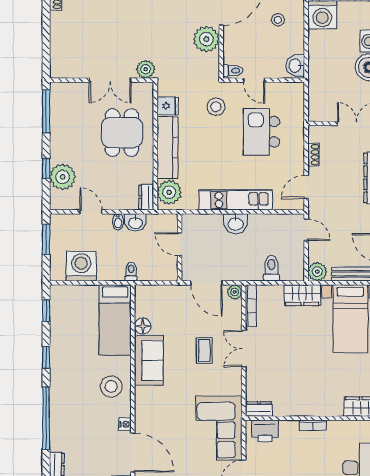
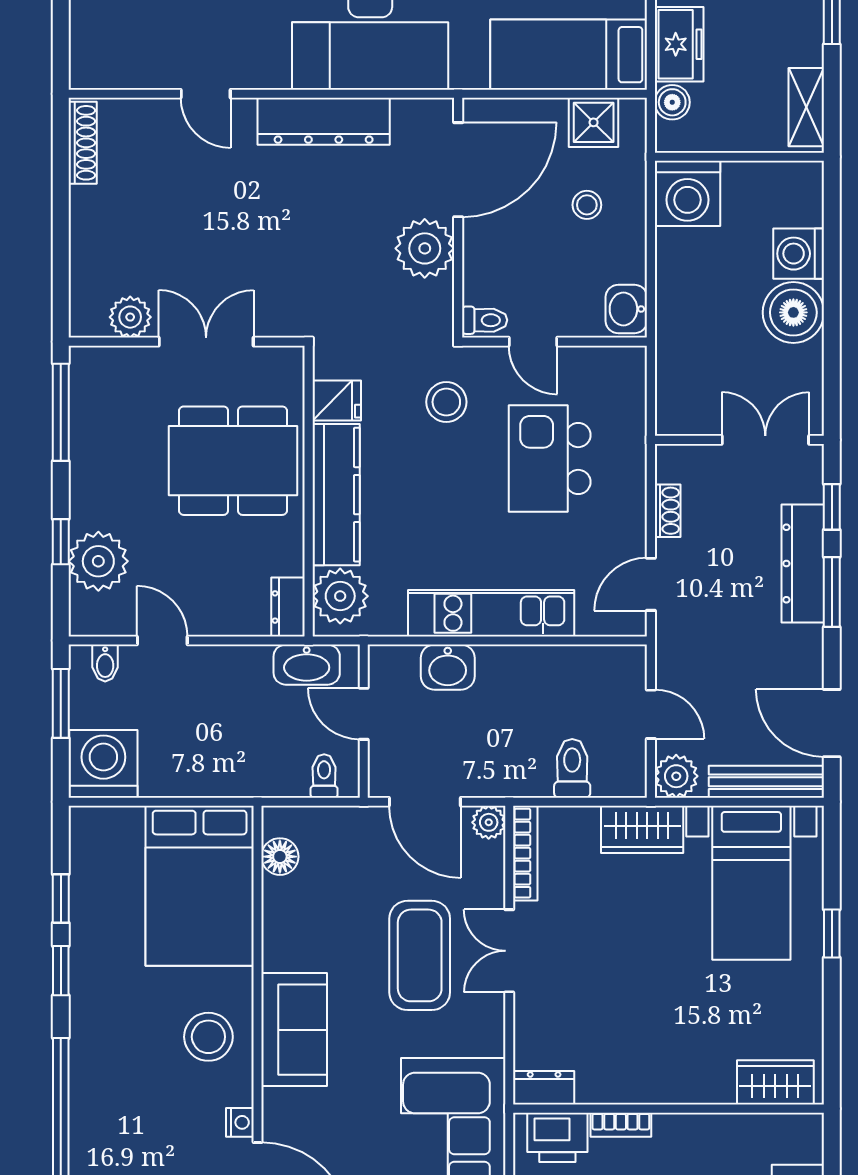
plant: (146, 69) -> (130, 317), moved
double door: (110, 80) -> (206, 342), swing flipped
dining table: (122, 133) -> (233, 461), width x1.38
bidet: (118, 222) -> (105, 663), moved
washbasin: (135, 222) -> (307, 665), moved, width x1.38
washbasin: (236, 224) -> (448, 667), moved
door: (306, 230) -> (651, 714), moved
washing machine: (81, 266) -> (103, 764), moved
toilet: (131, 272) -> (324, 776), moved
window: (46, 310) -> (61, 898), moved
bed: (115, 320) -> (200, 886), width x1.50
floor lamp: (143, 326) -> (280, 857), moved
coffee table: (204, 351) -> (420, 955), width x1.86, depth x1.72
sofa: (149, 361) -> (294, 1030), moved
bookcase: (313, 425) -> (621, 1125), moved

